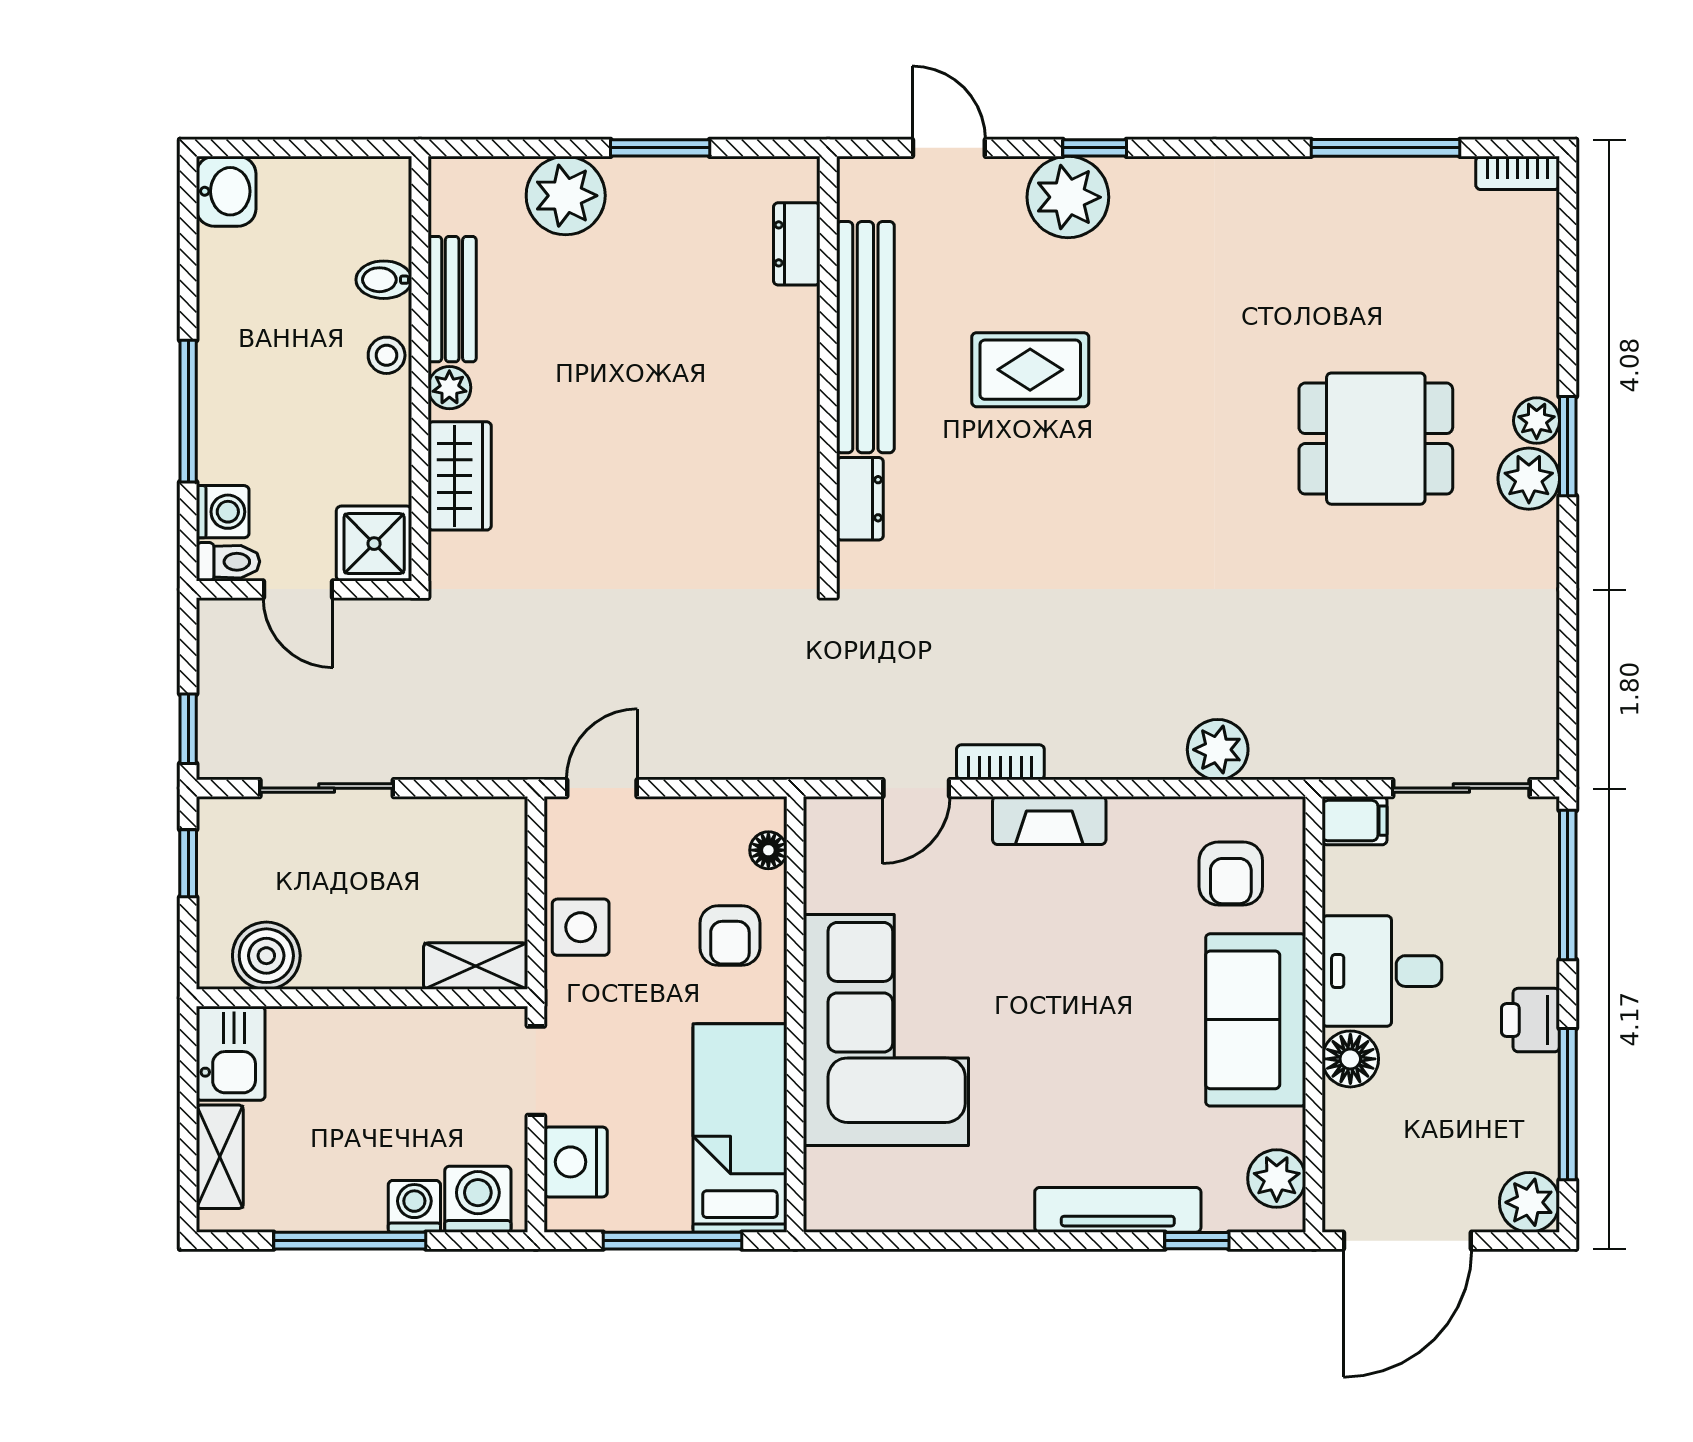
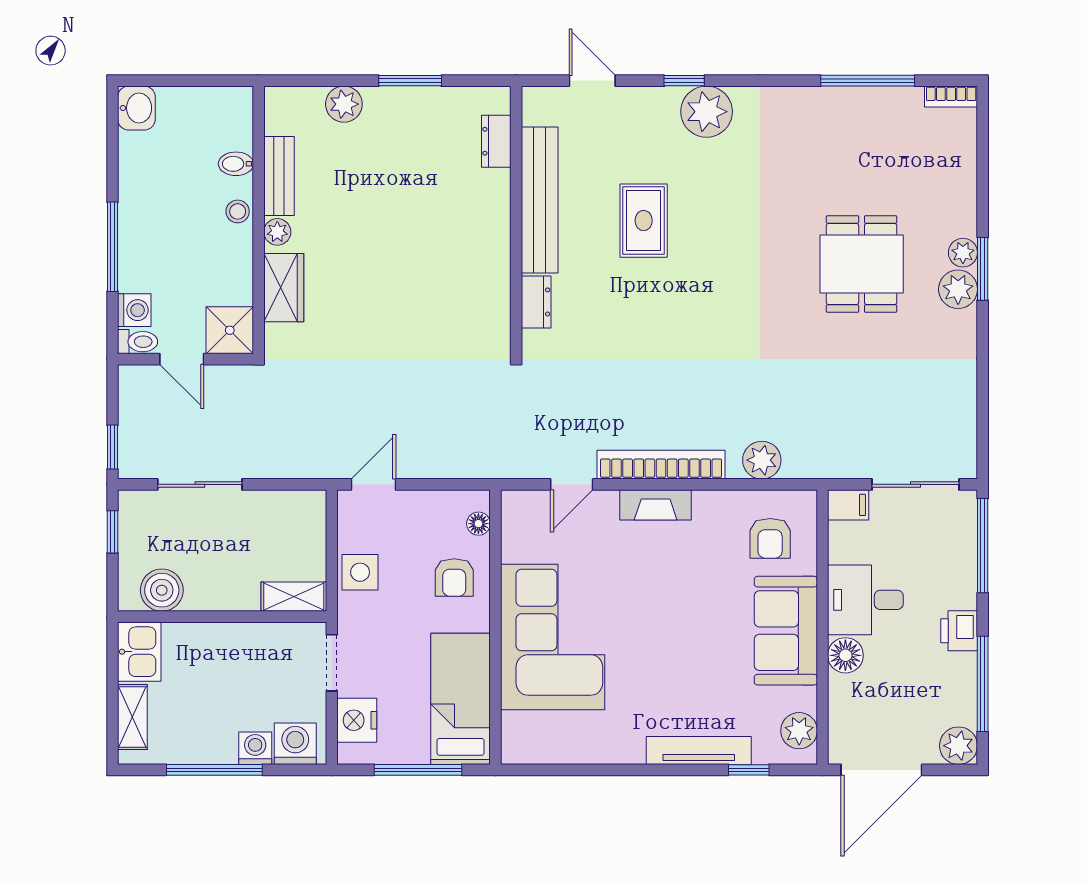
plant: (566, 196) -> (344, 104), width x0.73, depth x0.73
plant: (1068, 197) -> (707, 112), moved
rug: (1030, 370) -> (644, 221), turned 90
dining table: (1376, 439) -> (862, 264), turned 90
bookcase: (1000, 762) -> (661, 465), width x2.31, depth x1.31

